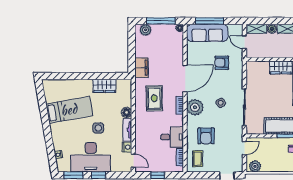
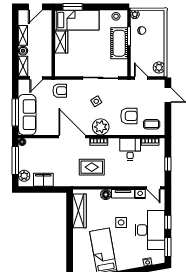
armchair: (222, 63) -> (60, 91), moved, turned -90
filing cabinet: (141, 68) -> (43, 180), moved
wardrobe: (104, 86) -> (79, 211), width x1.50
door: (133, 161) -> (154, 188), swing flipped

